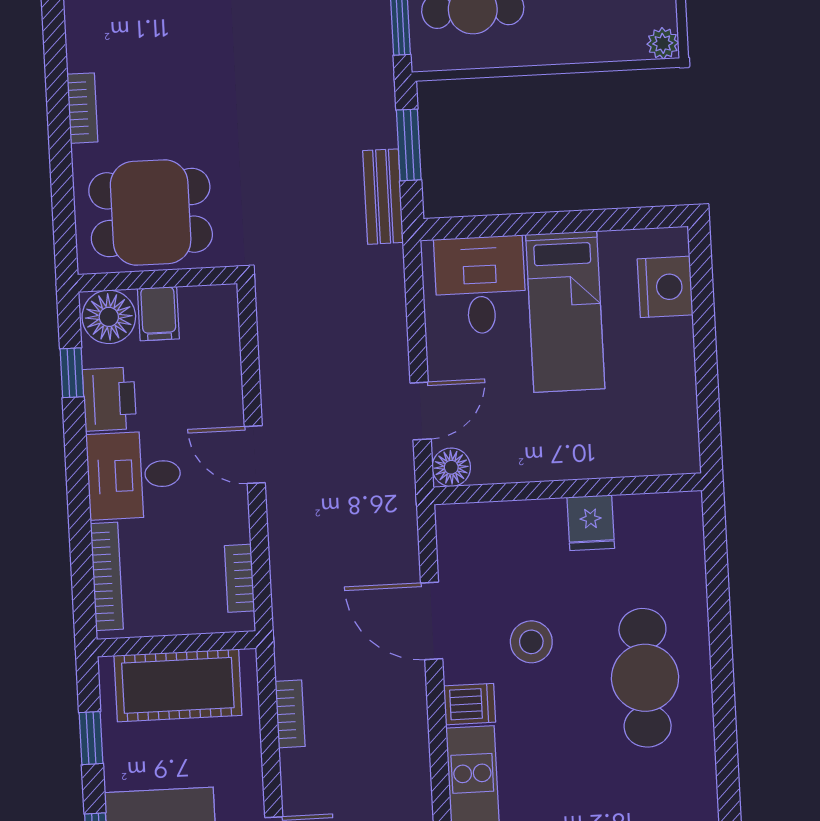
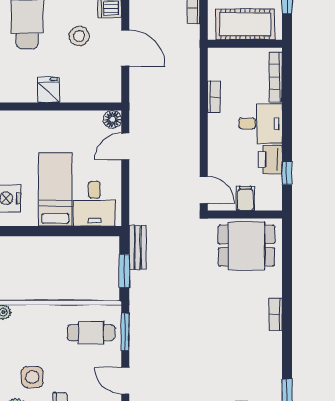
bookcase: (82, 108) -> (276, 315), moved
floor lamp: (109, 317) -> (268, 198), removed
door: (255, 455) -> (204, 190), moved
bookcase: (239, 578) -> (214, 97), moved

